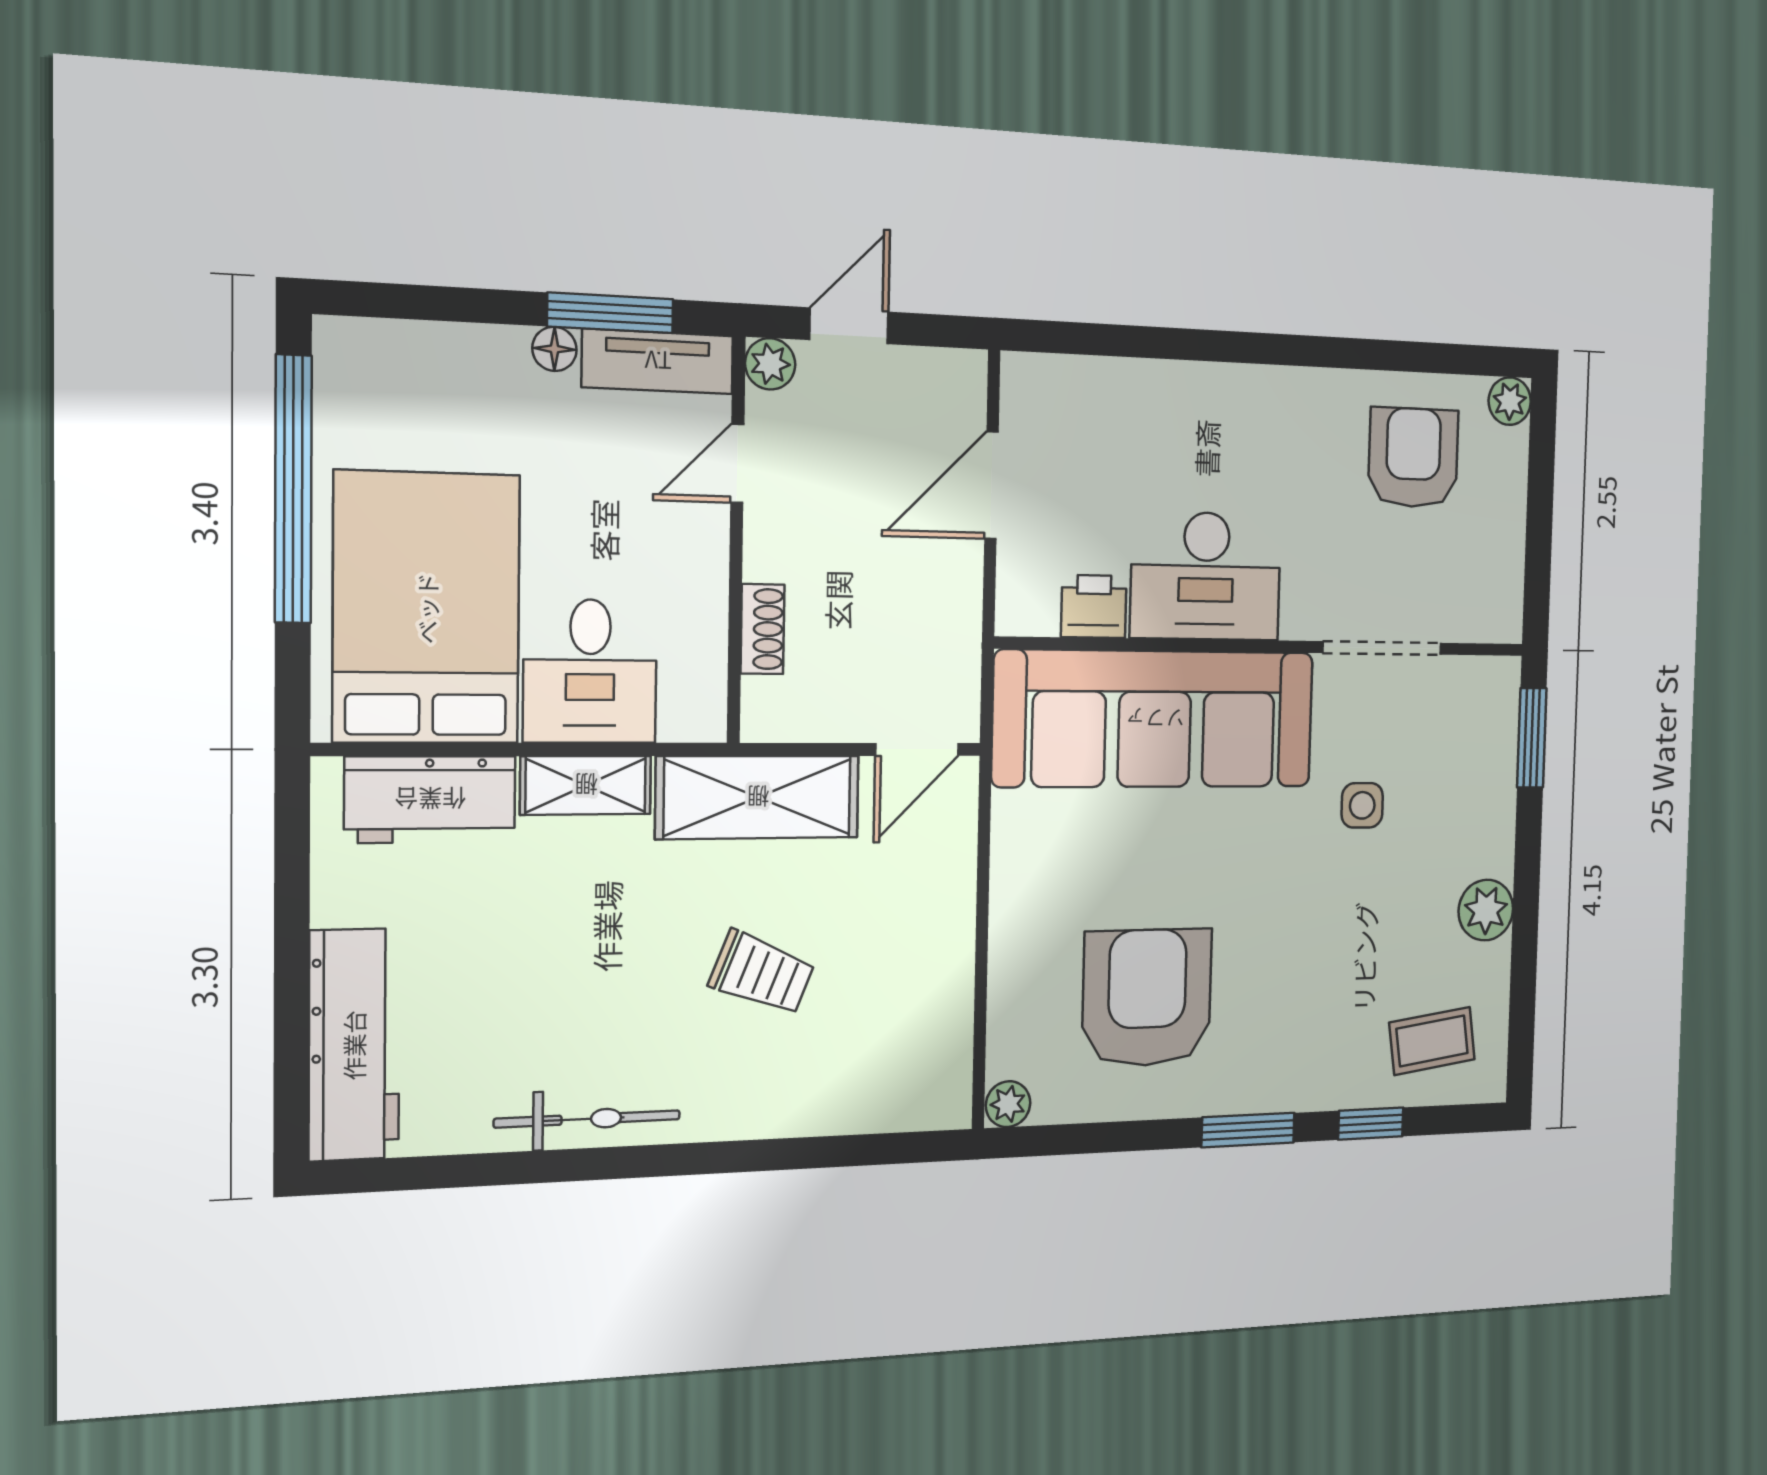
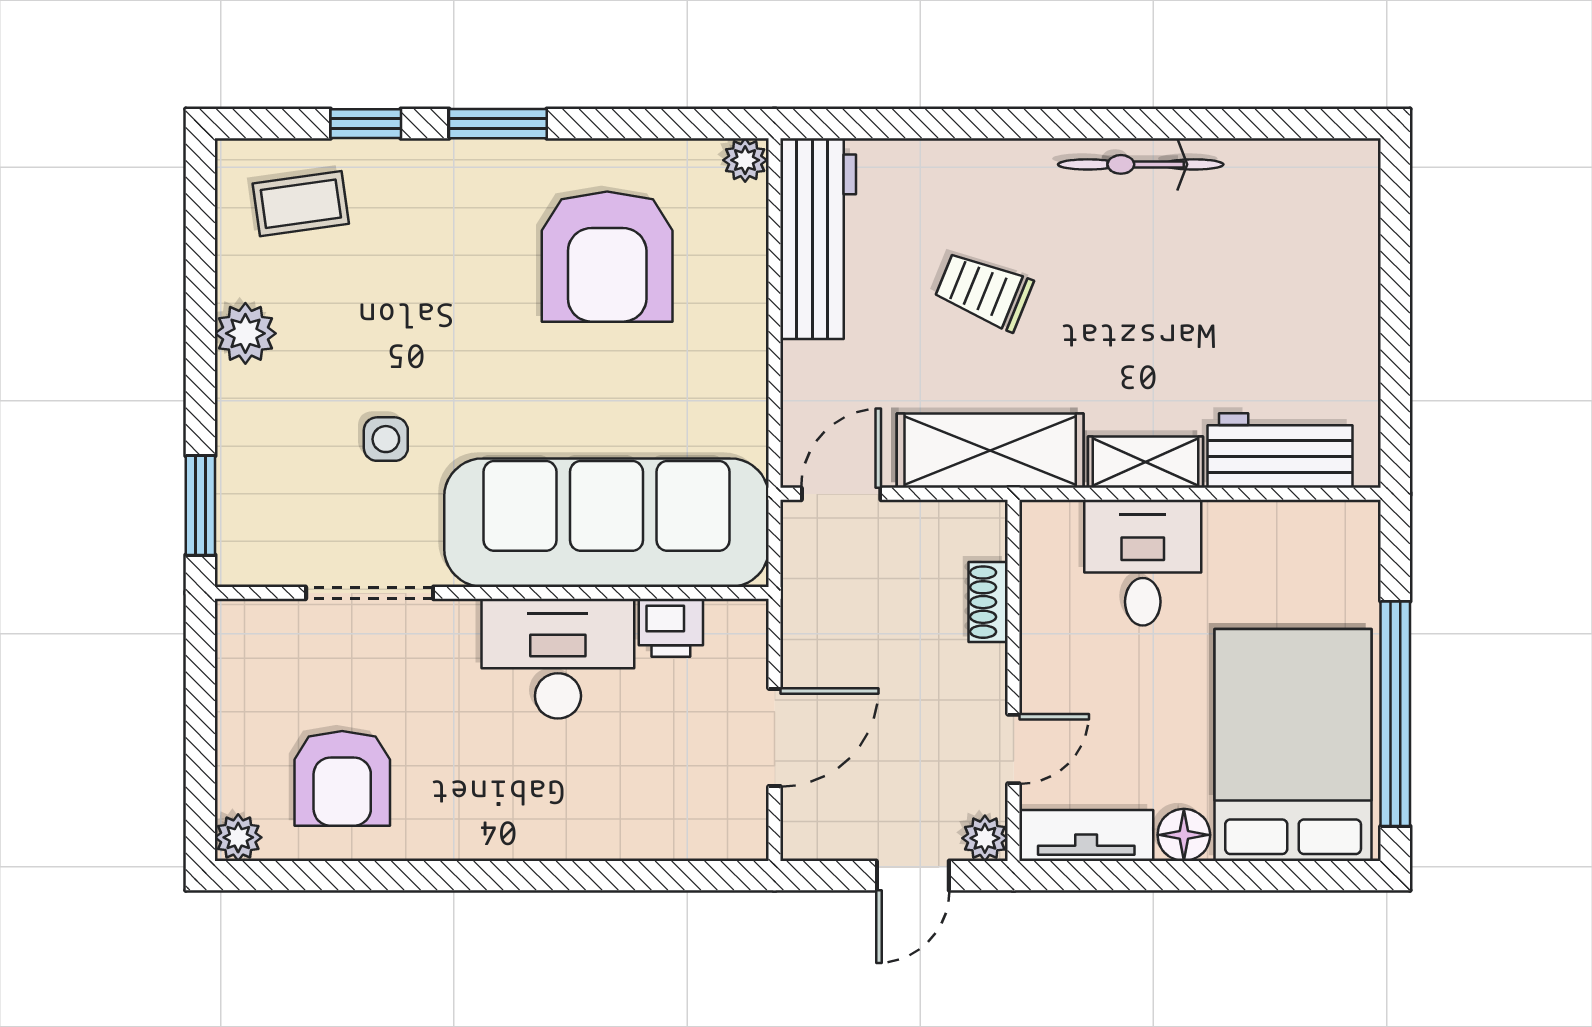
window: (610, 313) -> (1128, 876), removed
floor lamp: (554, 349) -> (1184, 835), width x1.37, depth x1.37
bed: (427, 608) -> (1293, 745), moved, turned 180
workbench: (354, 1045) -> (818, 239), moved, turned 180

